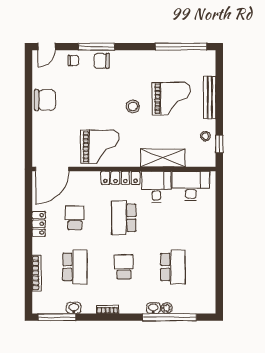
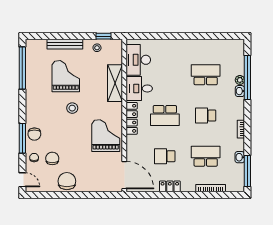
chair: (72, 82) -> (52, 158), added

